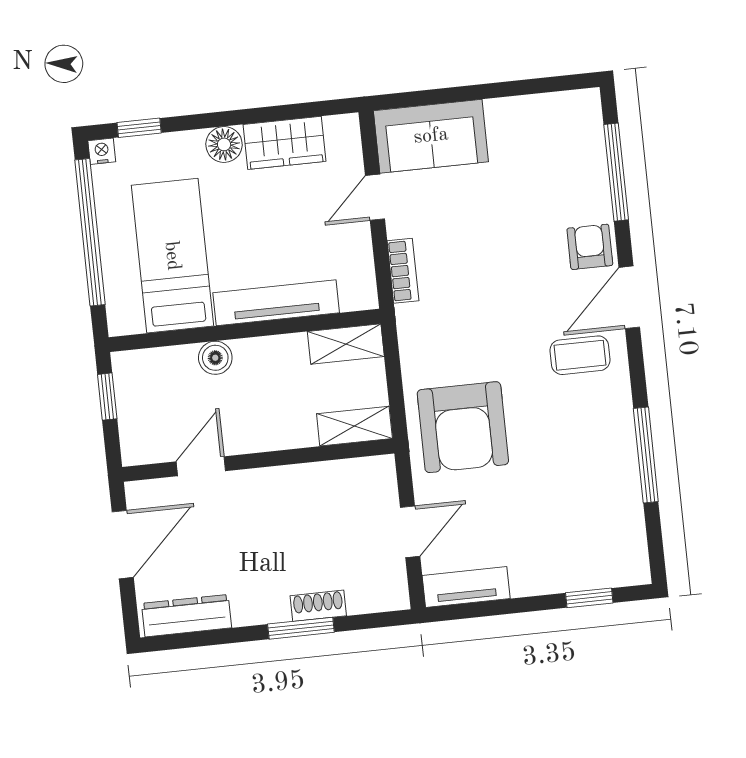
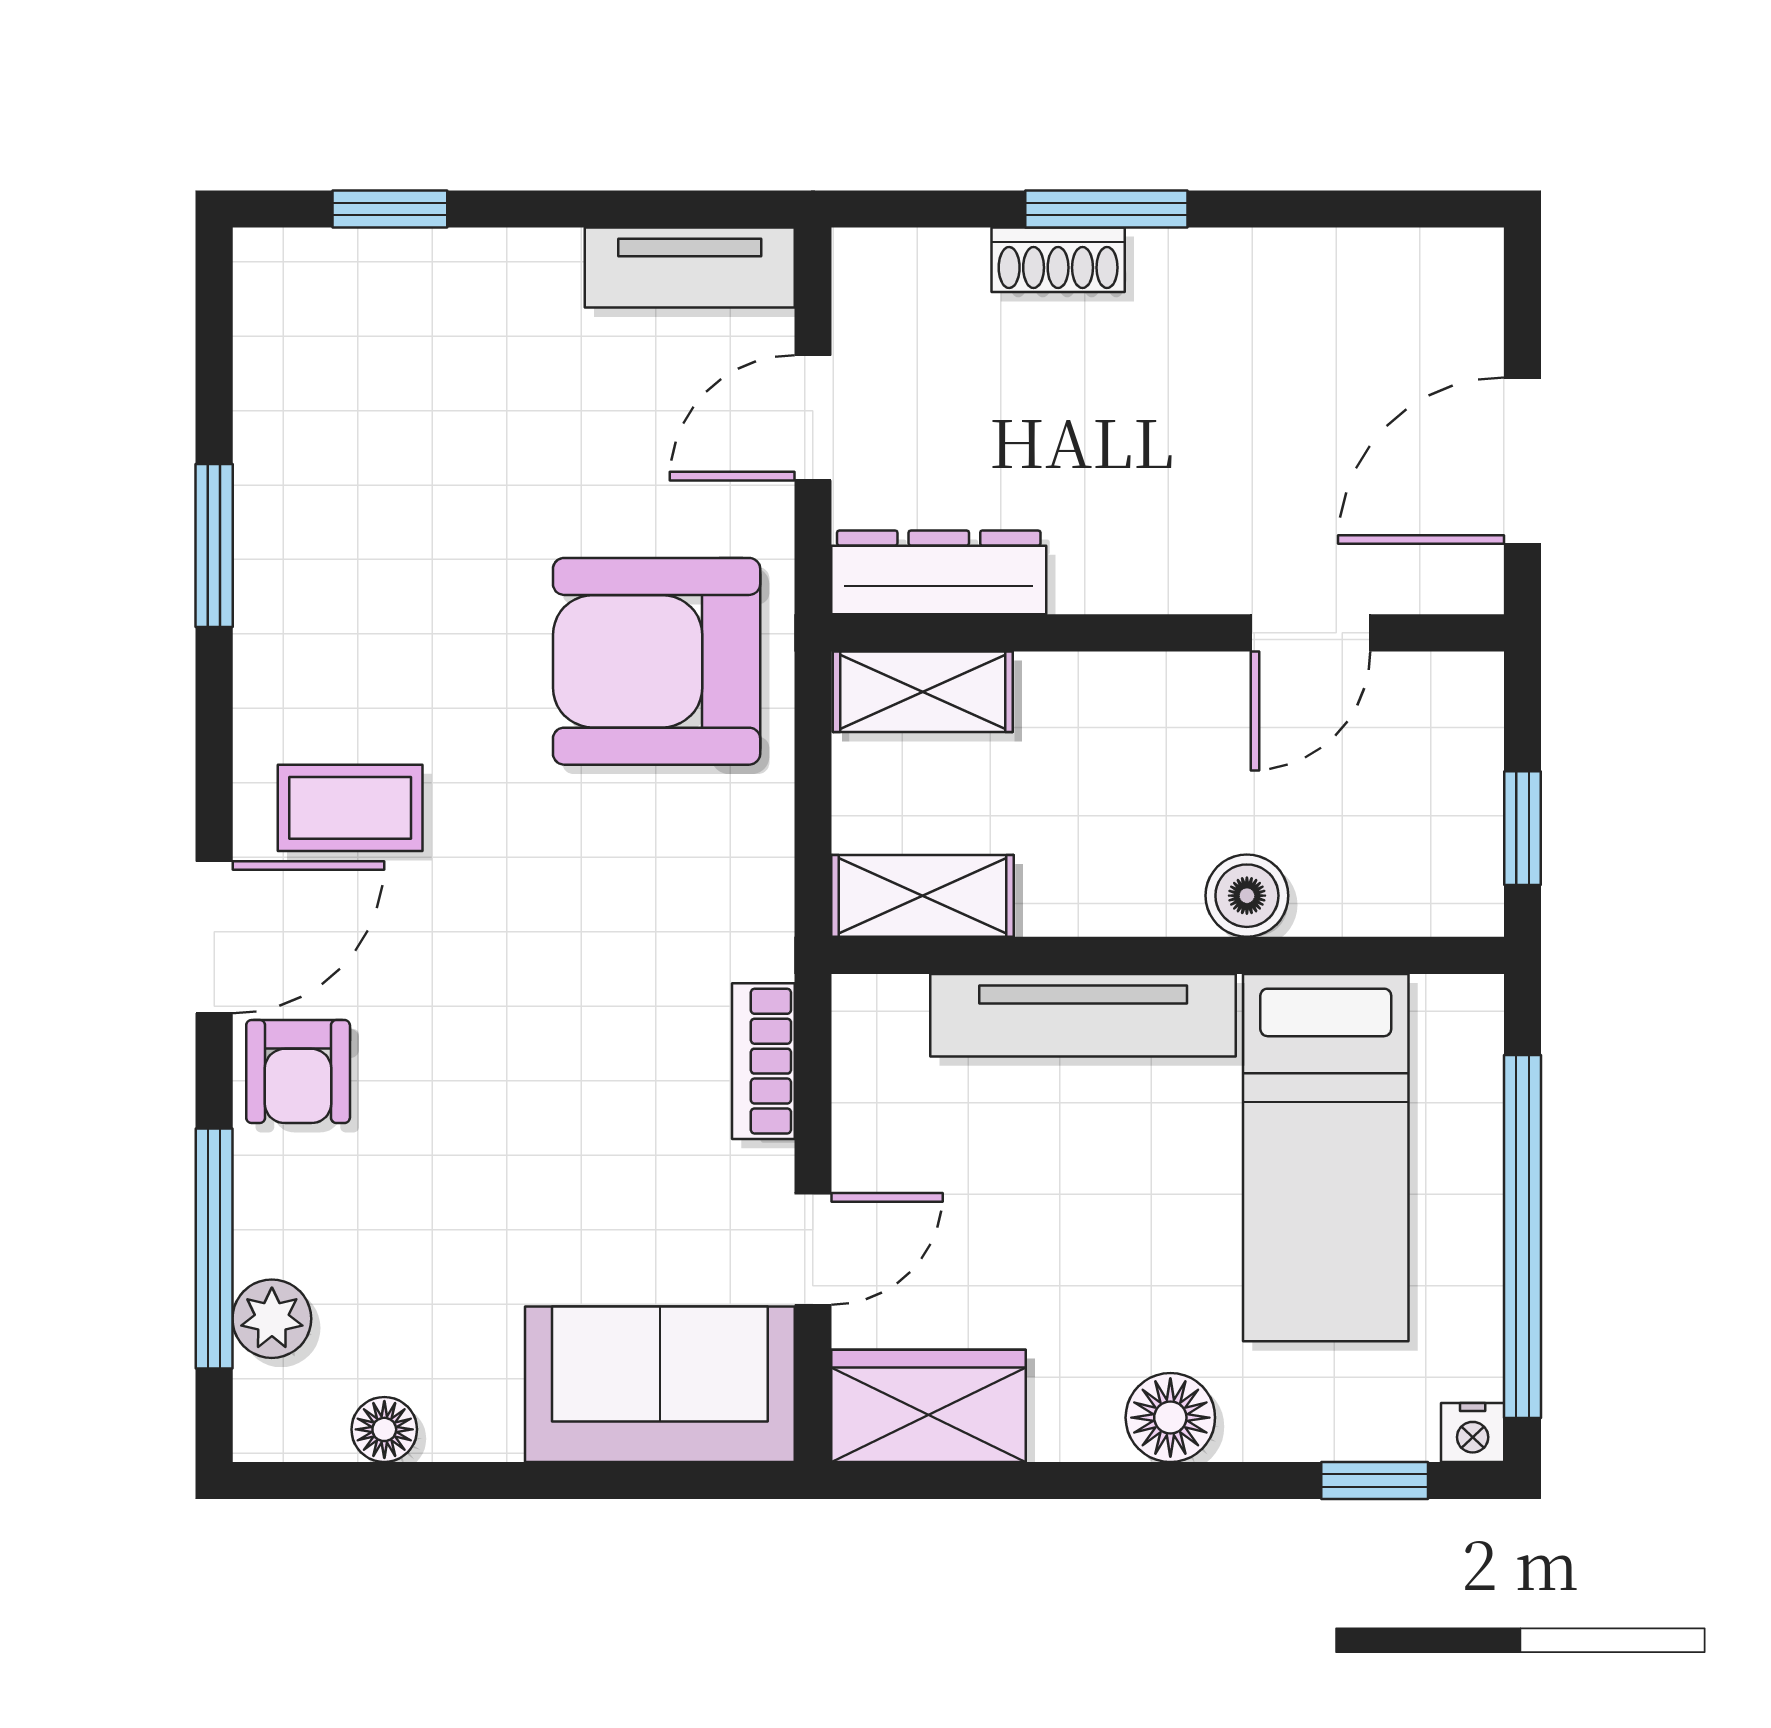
floor lamp: (540, 106) -> (384, 1429), added
wardrobe: (285, 143) -> (929, 1406), moved
plant: (590, 146) -> (272, 1319), added
armchair: (463, 427) -> (657, 661), turned -90
window: (646, 455) -> (214, 546), width x0.69
dresser: (187, 616) -> (939, 572), moved, turned 180

